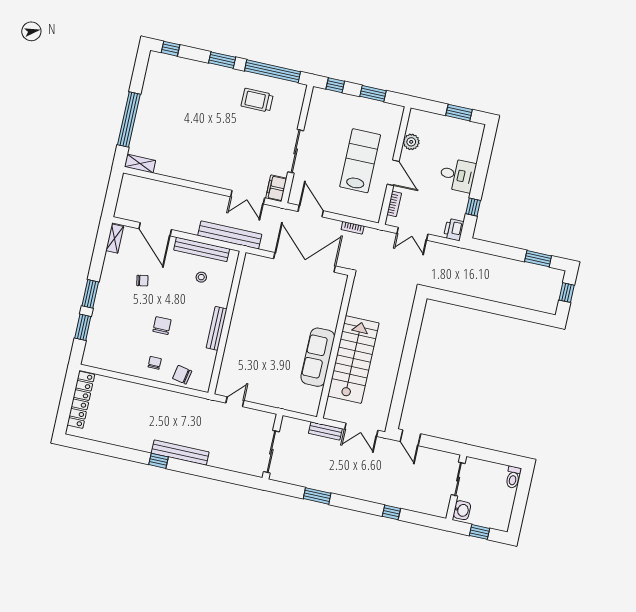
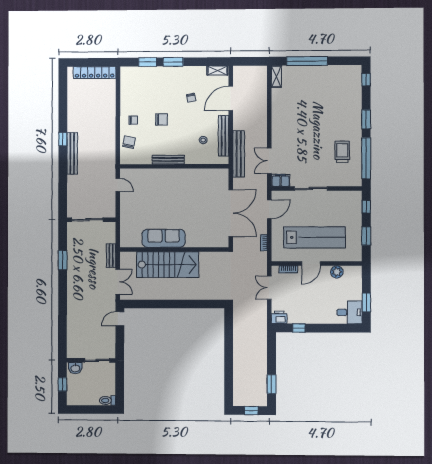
lab bench: (360, 161) -> (315, 237), width x1.36
desk: (457, 175) -> (350, 312), moved, turned -90
double door: (361, 430) -> (118, 282), swing flipped
window: (391, 512) -> (63, 317), removed

